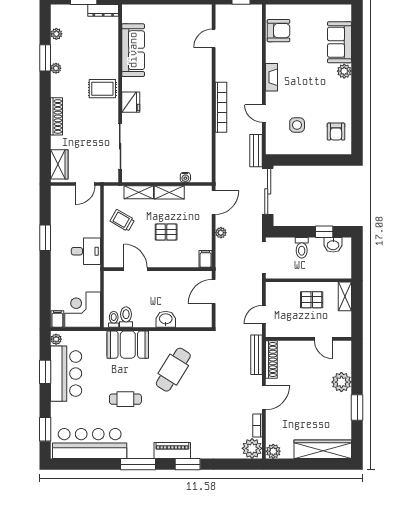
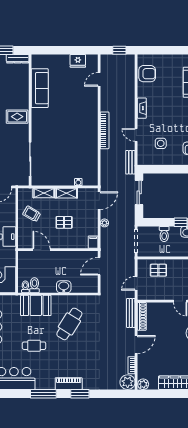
fridge: (131, 102) -> (78, 61), moved, turned 90
sliding door: (268, 191) -> (139, 192), width x0.73
pallet: (312, 300) -> (158, 270), moved

